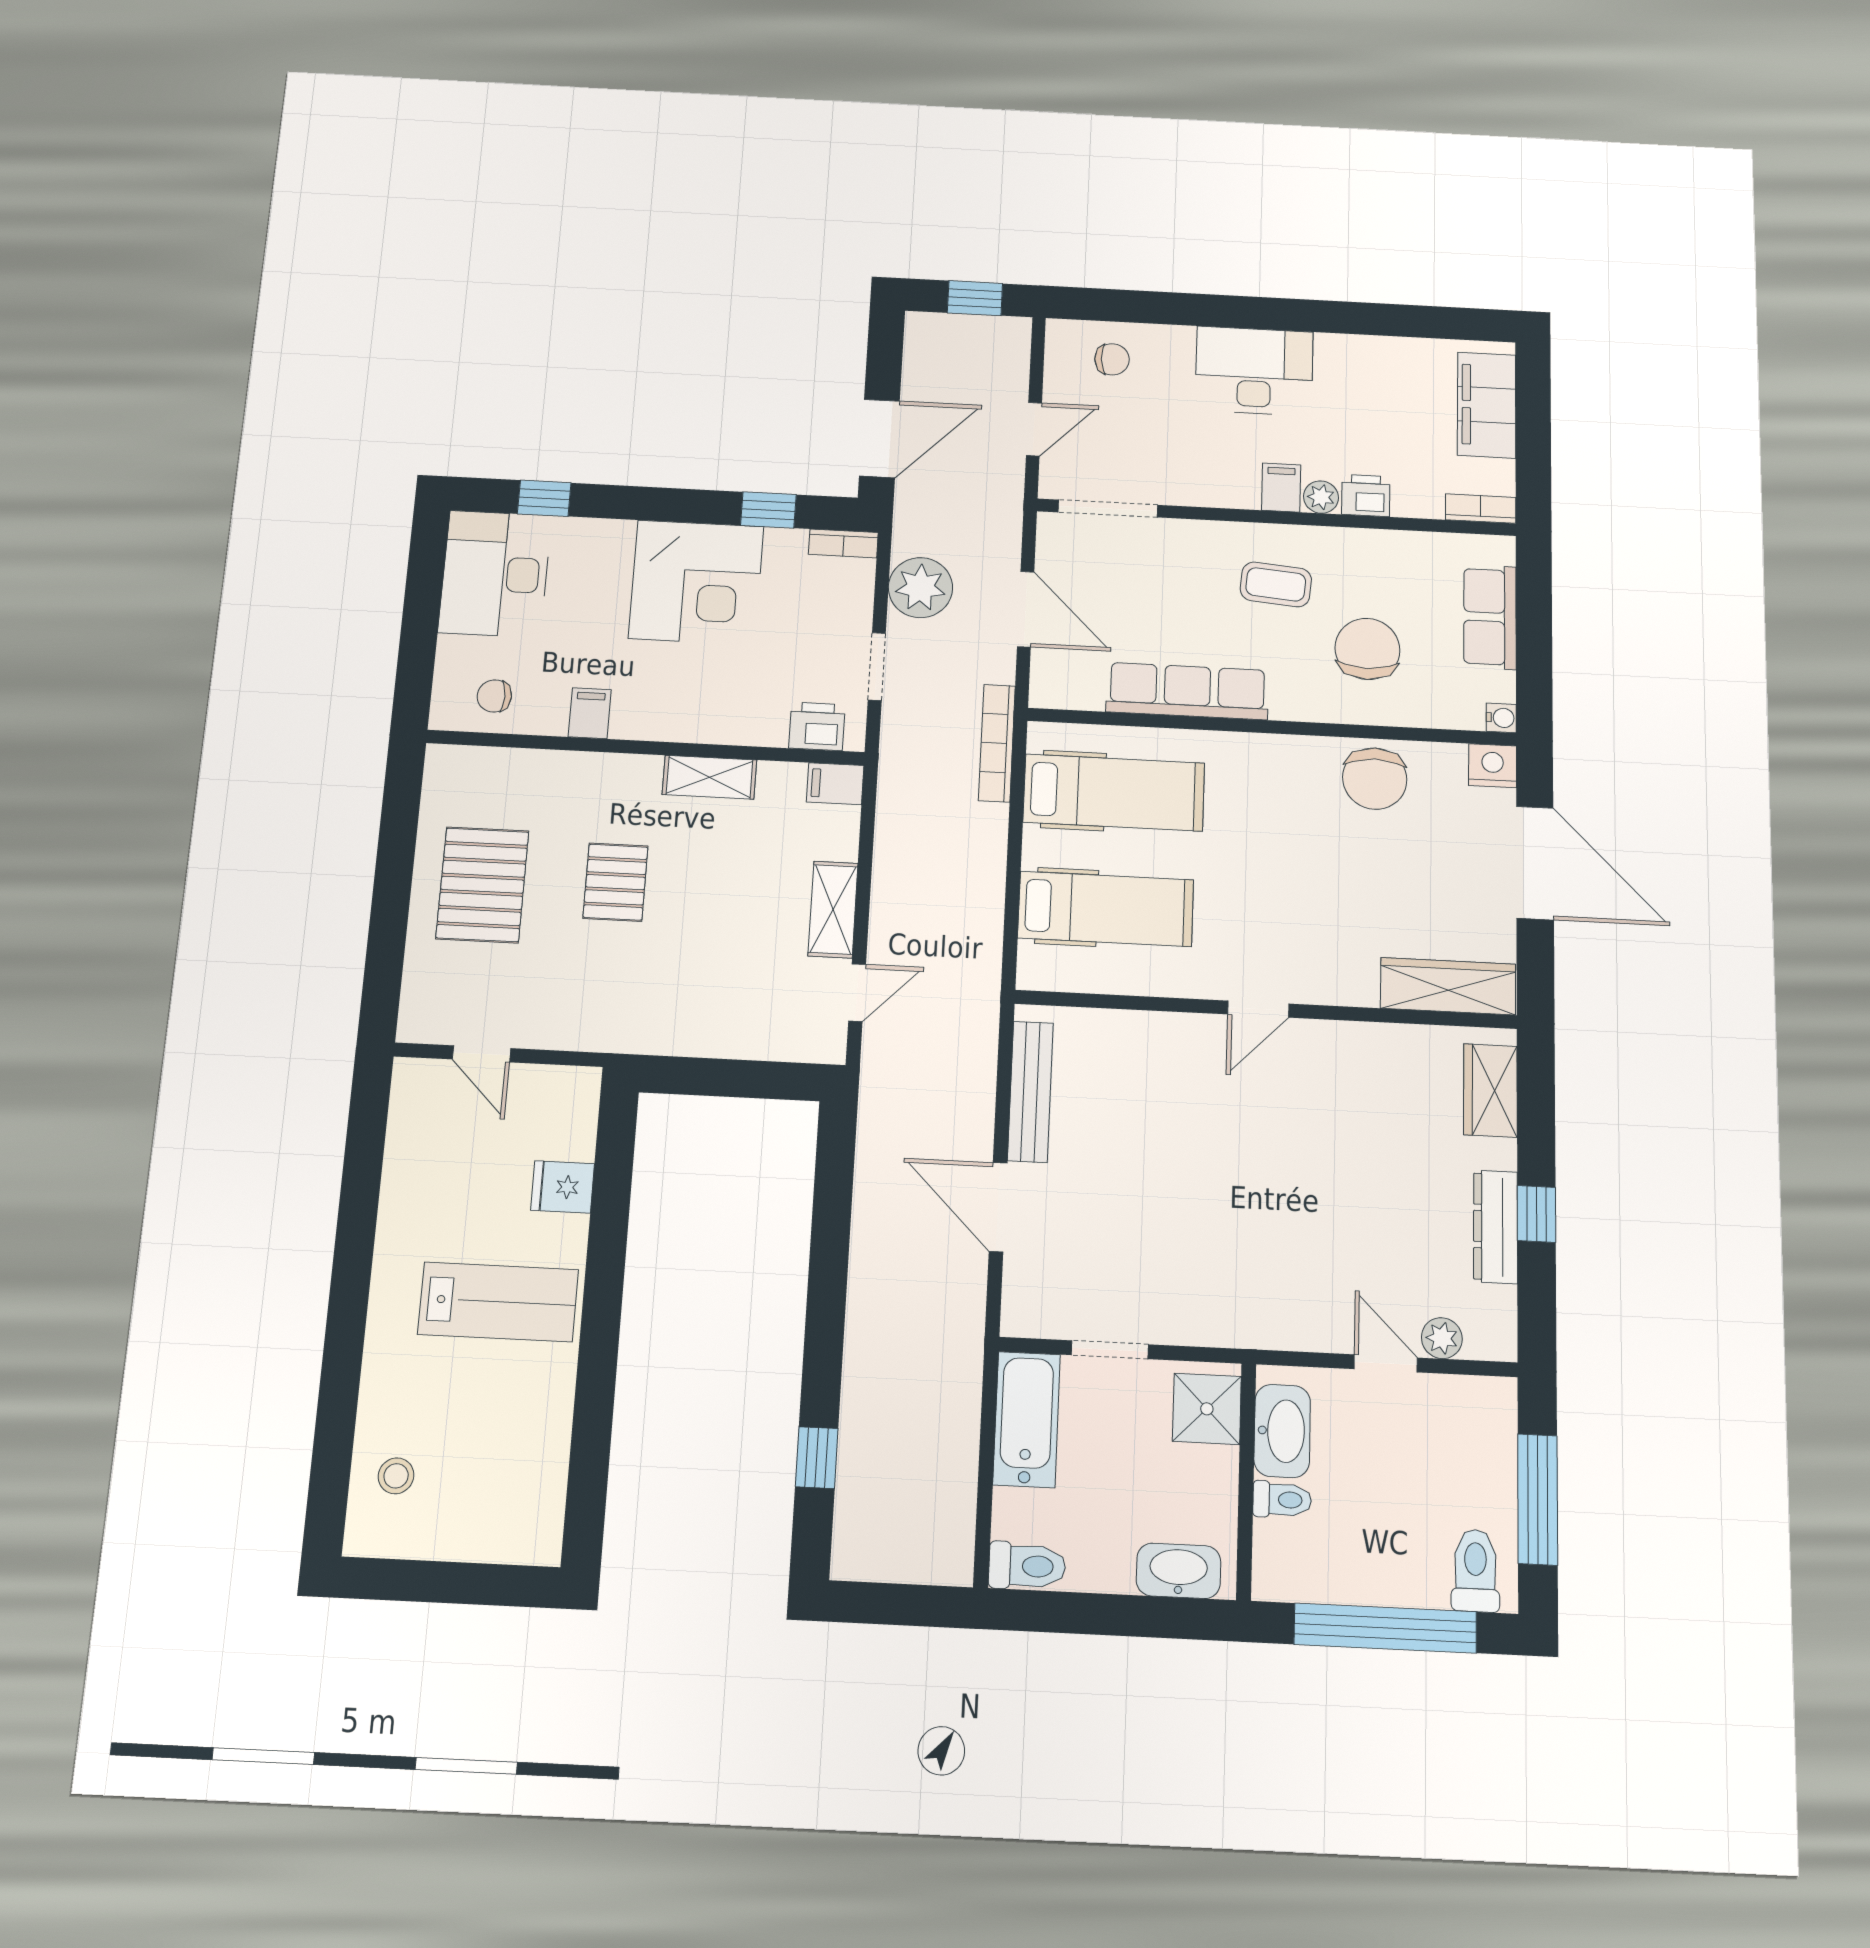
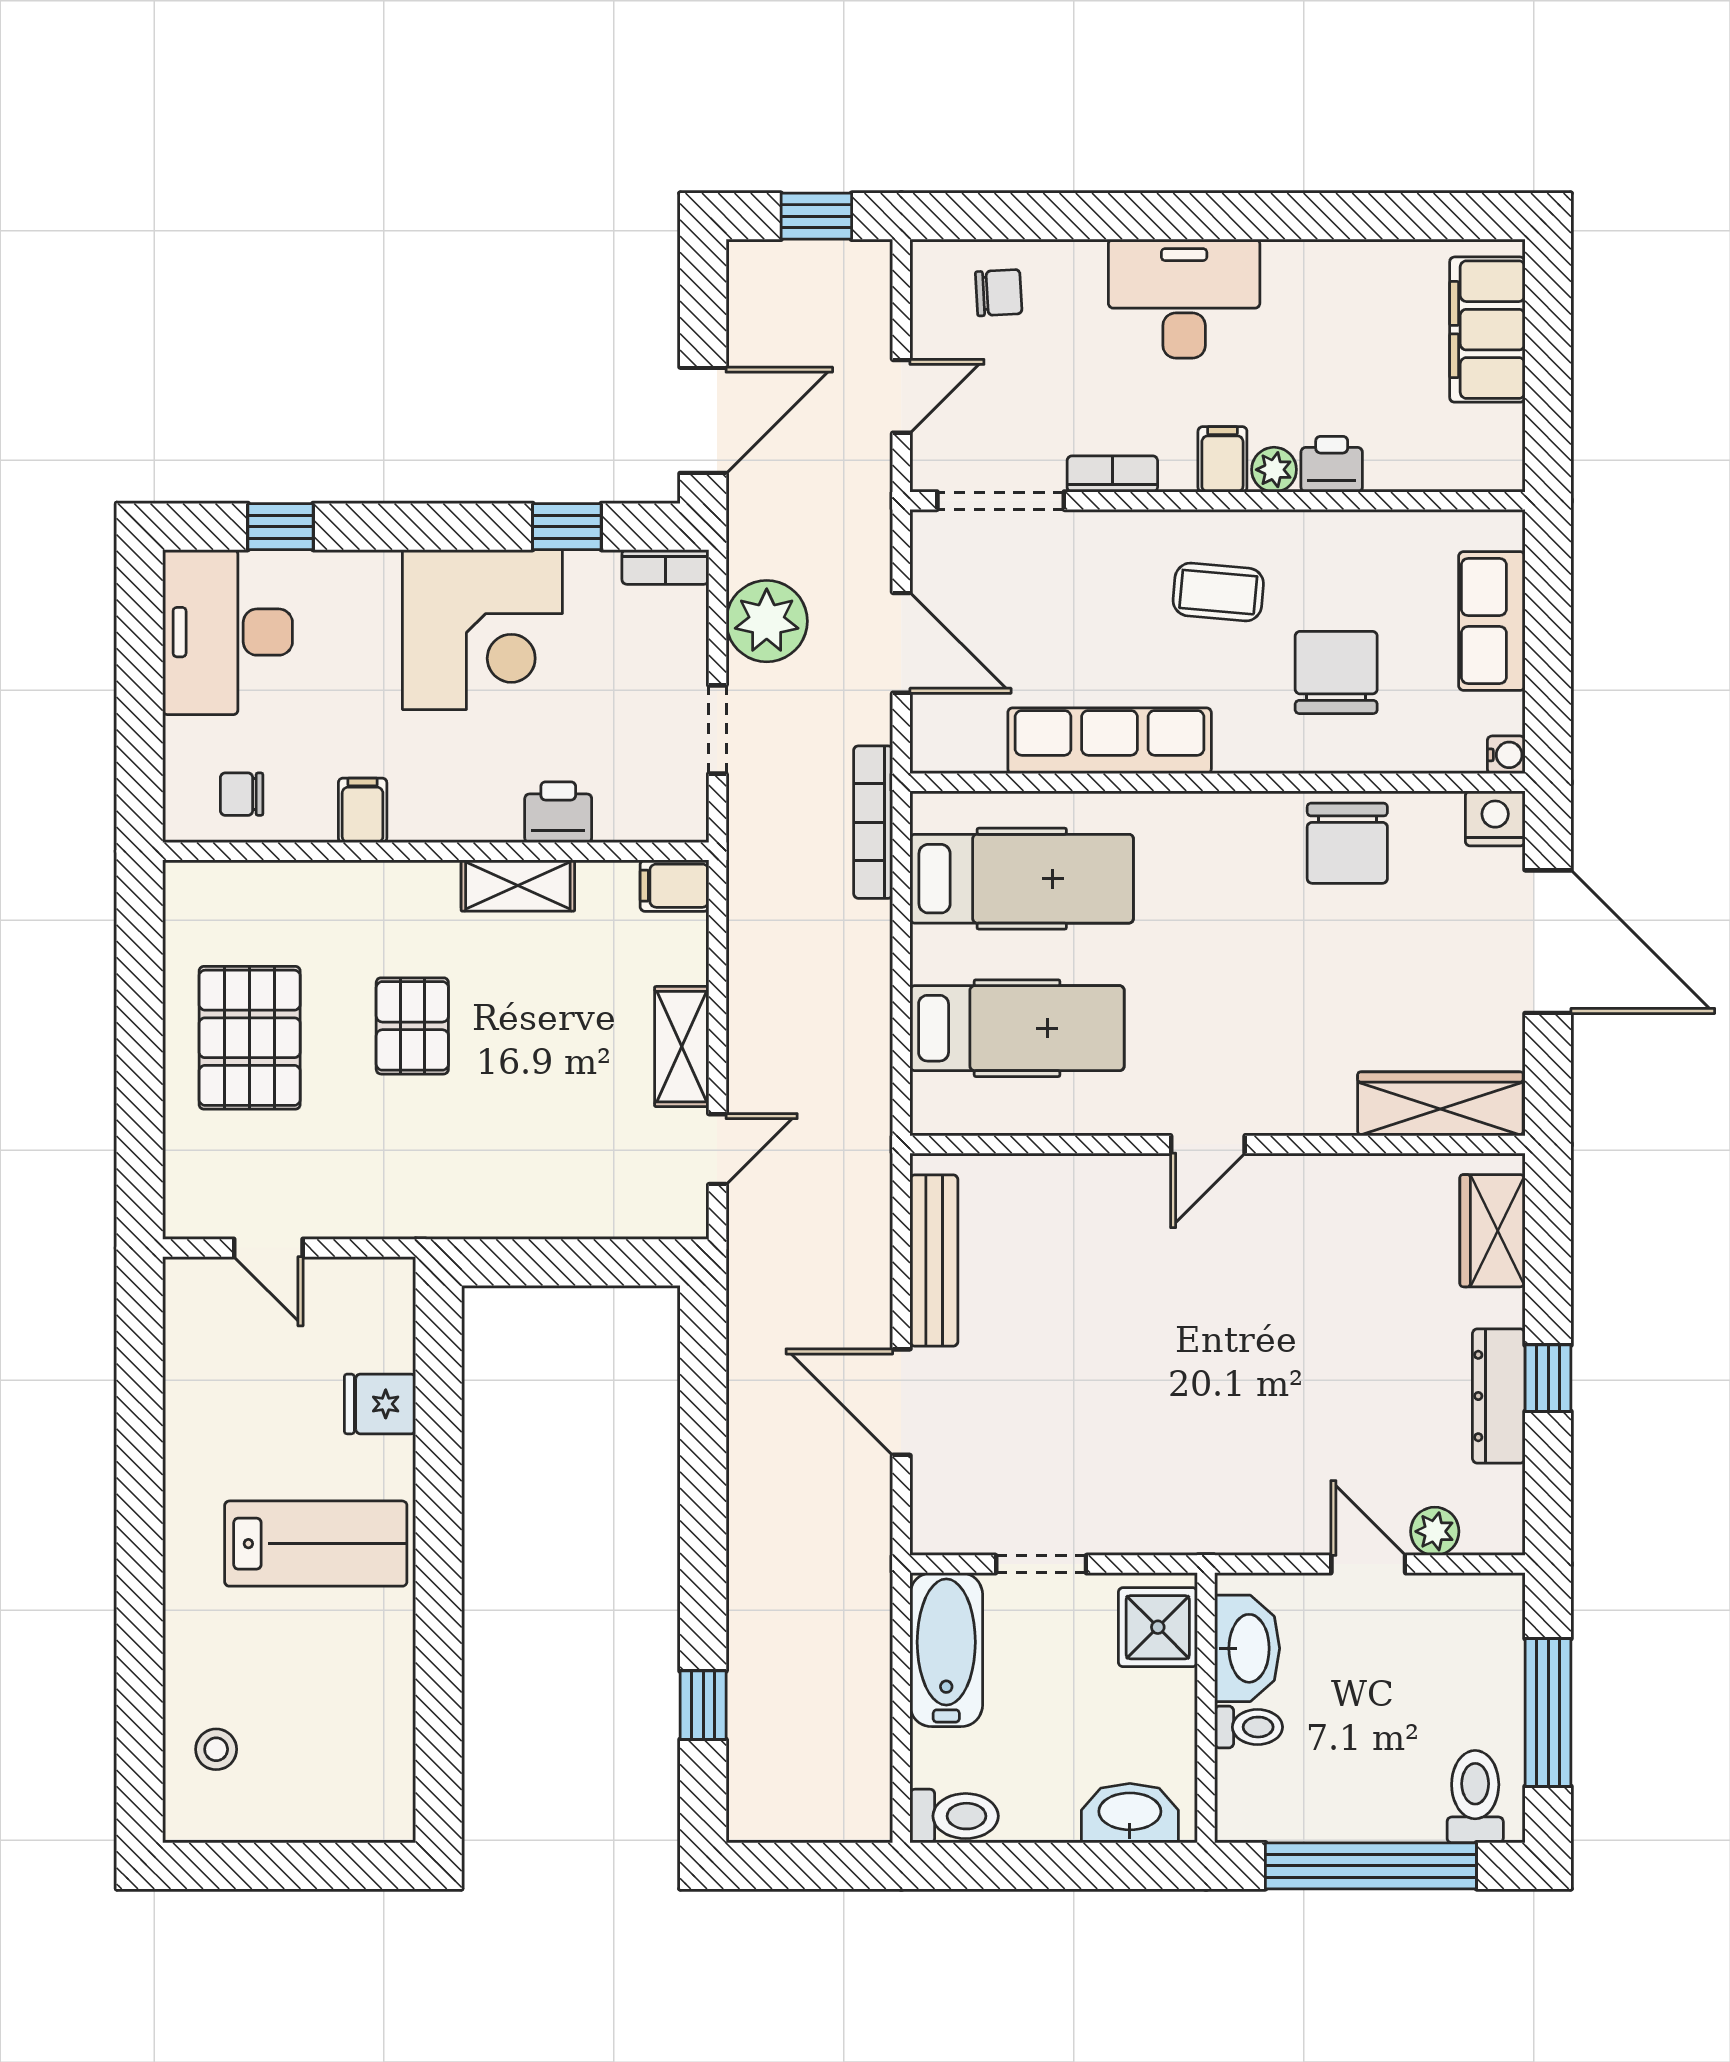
bookcase: (1481, 509) -> (1112, 474), moved
printer: (817, 726) -> (558, 812), moved

